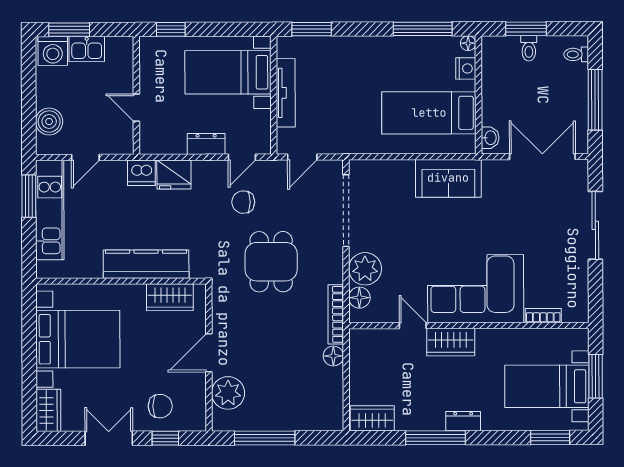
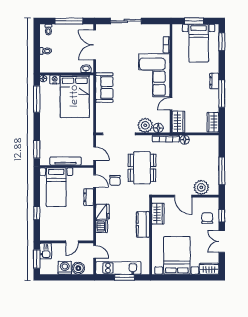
window: (526, 29) -> (37, 52), removed
washing machine: (53, 51) -> (65, 268), moved, turned -90
wall: (136, 95) -> (67, 242), moved
door: (136, 108) -> (72, 242), moved
bed: (429, 113) -> (75, 96), width x1.50
window: (29, 196) -> (124, 277), moved
dining table: (271, 262) -> (142, 168), width x1.38
kitchen counter: (146, 264) -> (143, 224), width x0.67
wardrobe: (451, 342) -> (178, 122), moved

